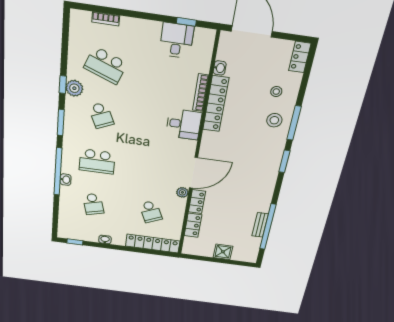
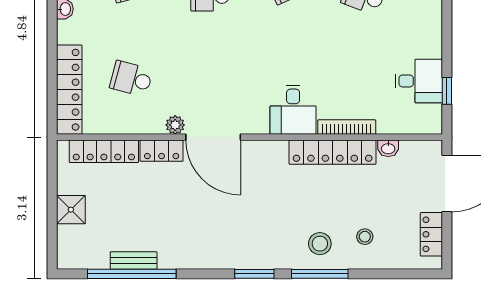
locker: (300, 57) -> (431, 234), moved, turned -90
school desk: (151, 212) -> (131, 79), turned 39
locker: (193, 225) -> (104, 151), width x1.53

